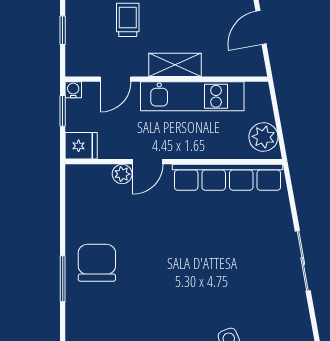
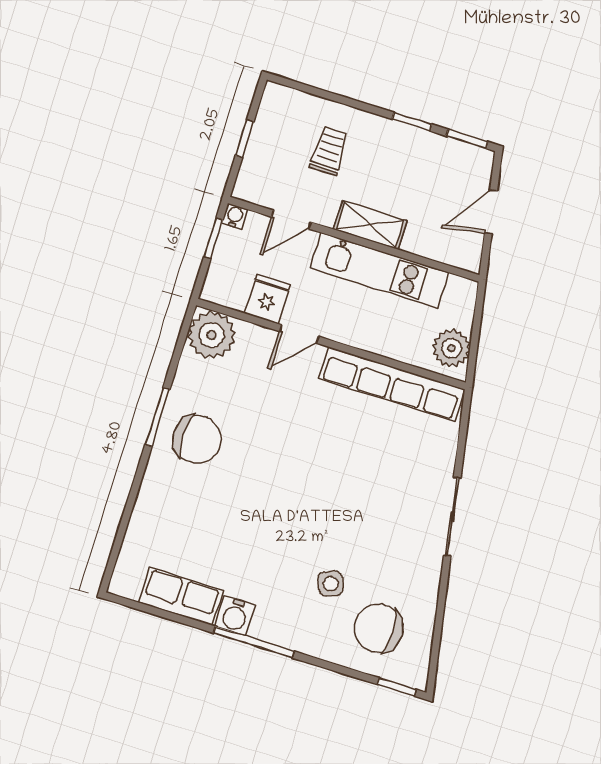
fridge: (81, 146) -> (268, 299), moved, turned -90
plant: (122, 174) -> (212, 335), moved, width x1.88, depth x1.88
chair: (97, 263) -> (197, 439), turned 90
window: (63, 279) -> (157, 417), moved

